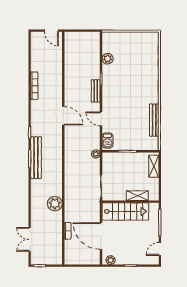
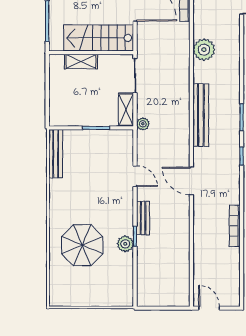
plant: (108, 59) -> (125, 244), moved
parasol: (136, 73) -> (82, 245), added
bench: (154, 120) -> (56, 154), moved
barbecue: (107, 141) -> (125, 144), removed
bench: (36, 158) -> (201, 115), moved
shelving: (154, 166) -> (126, 110), moved

